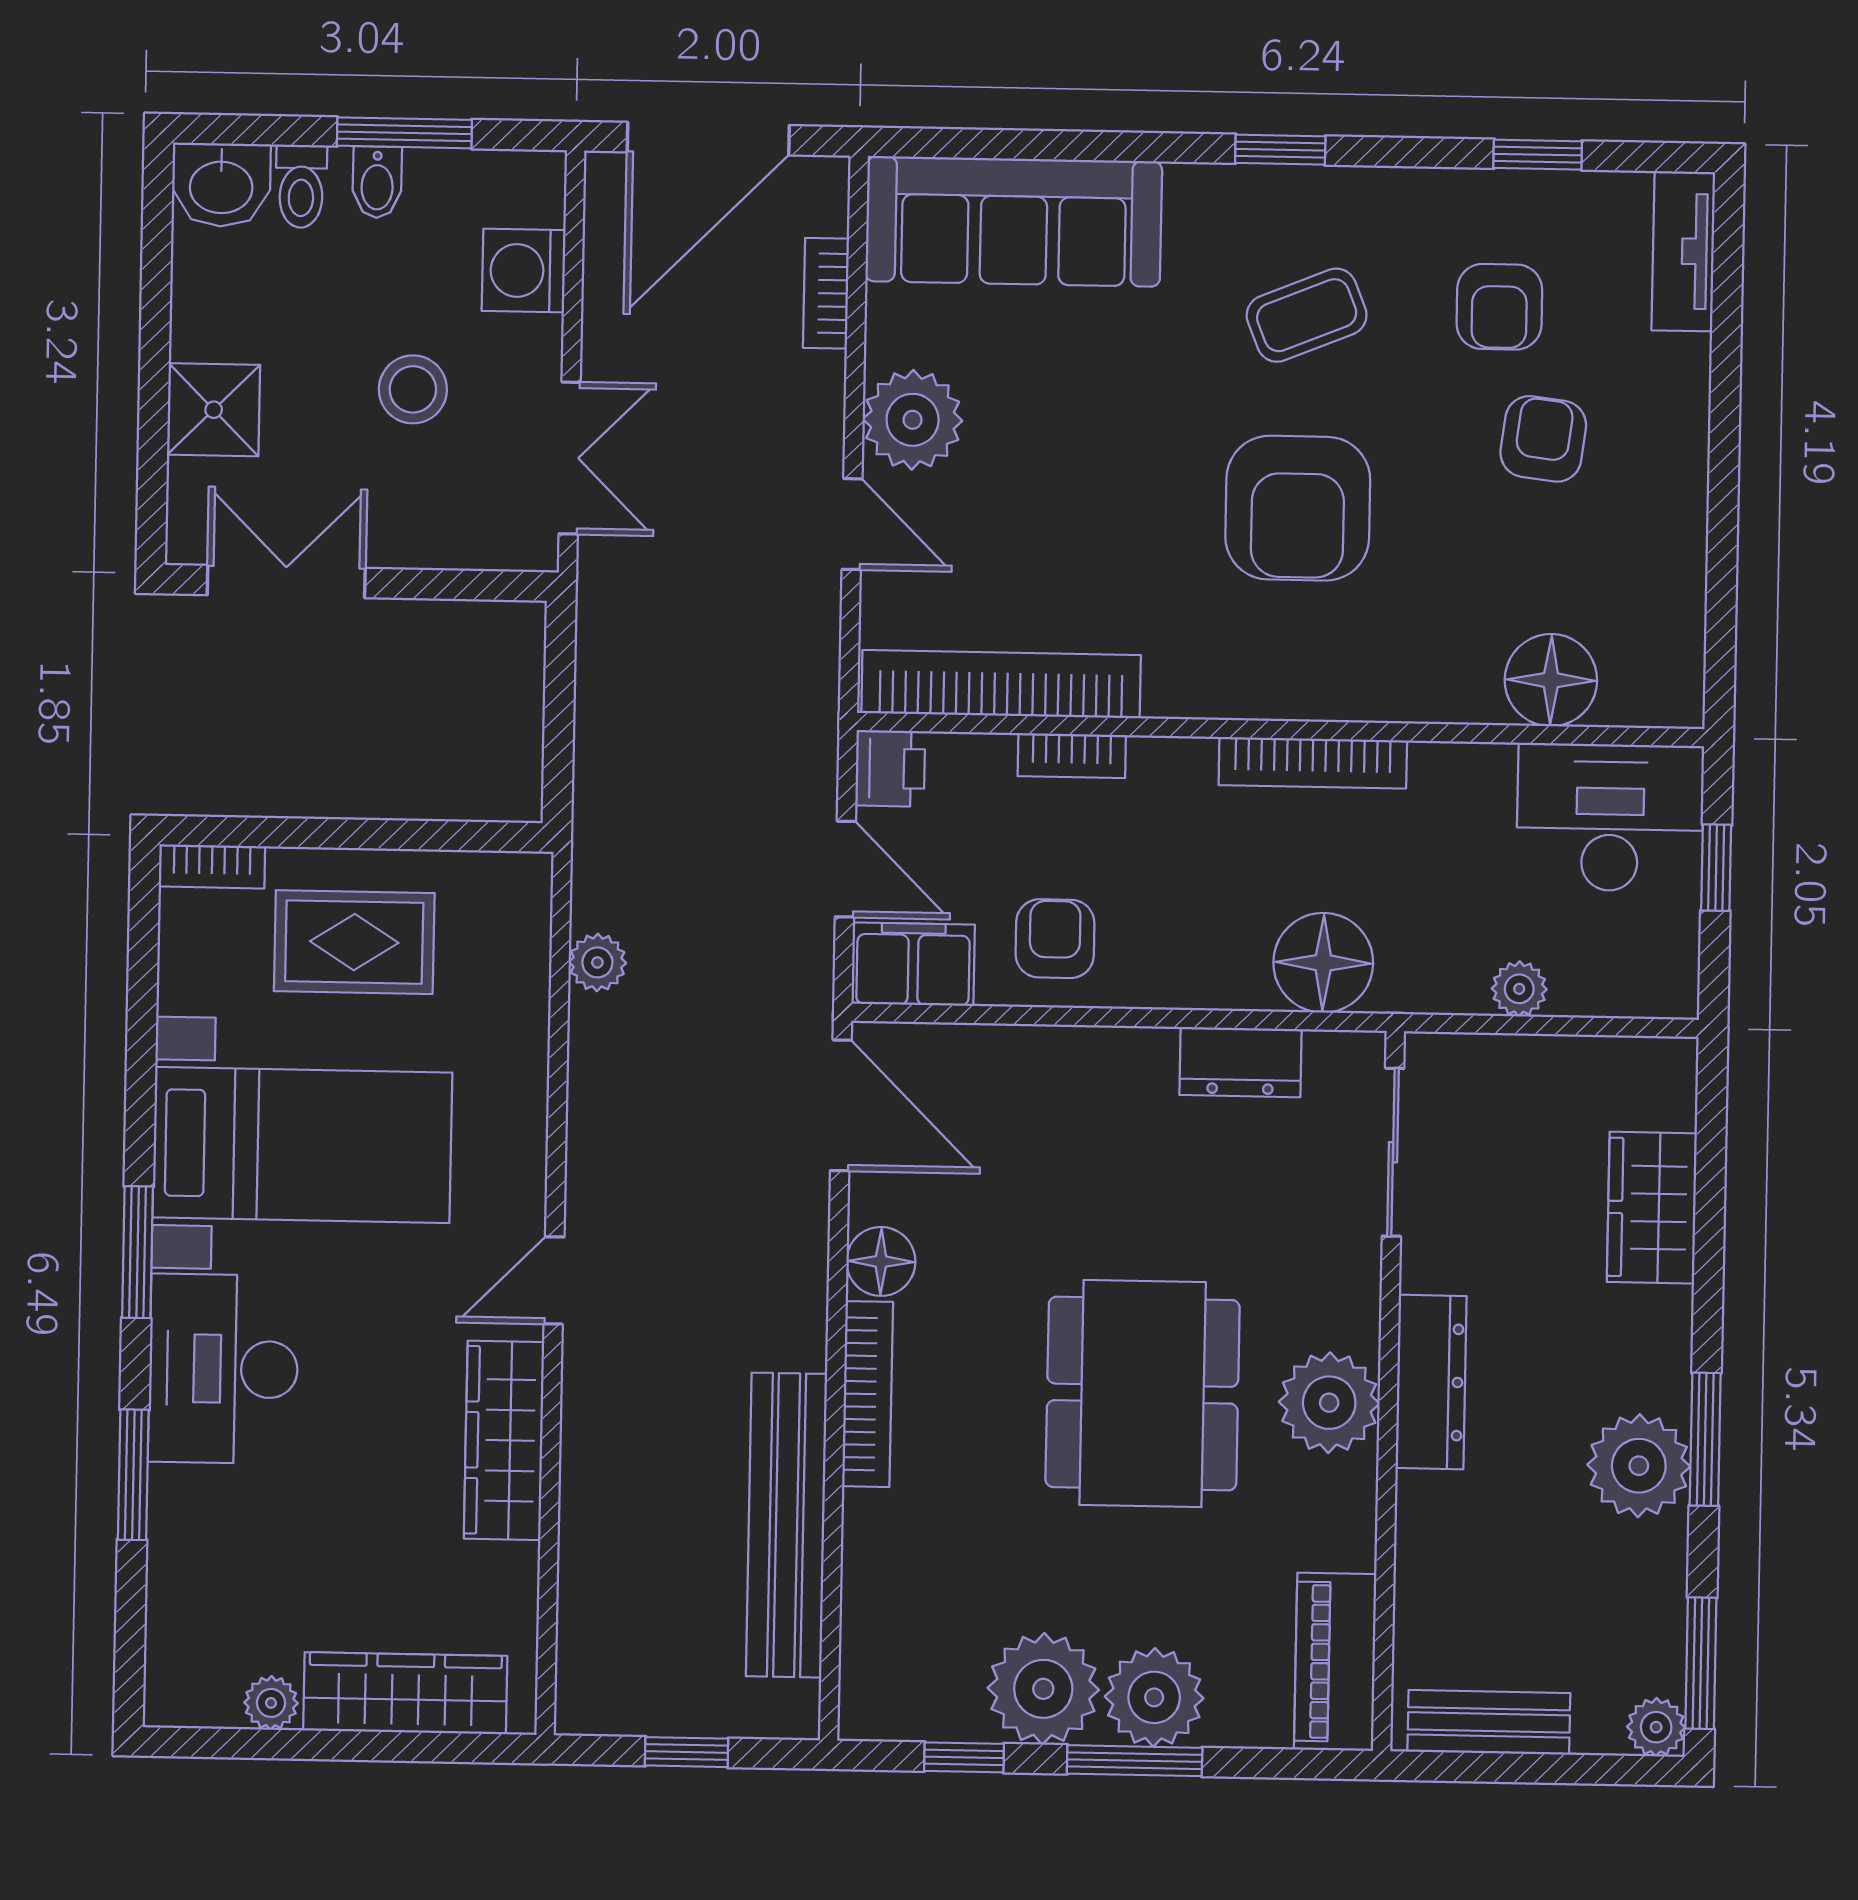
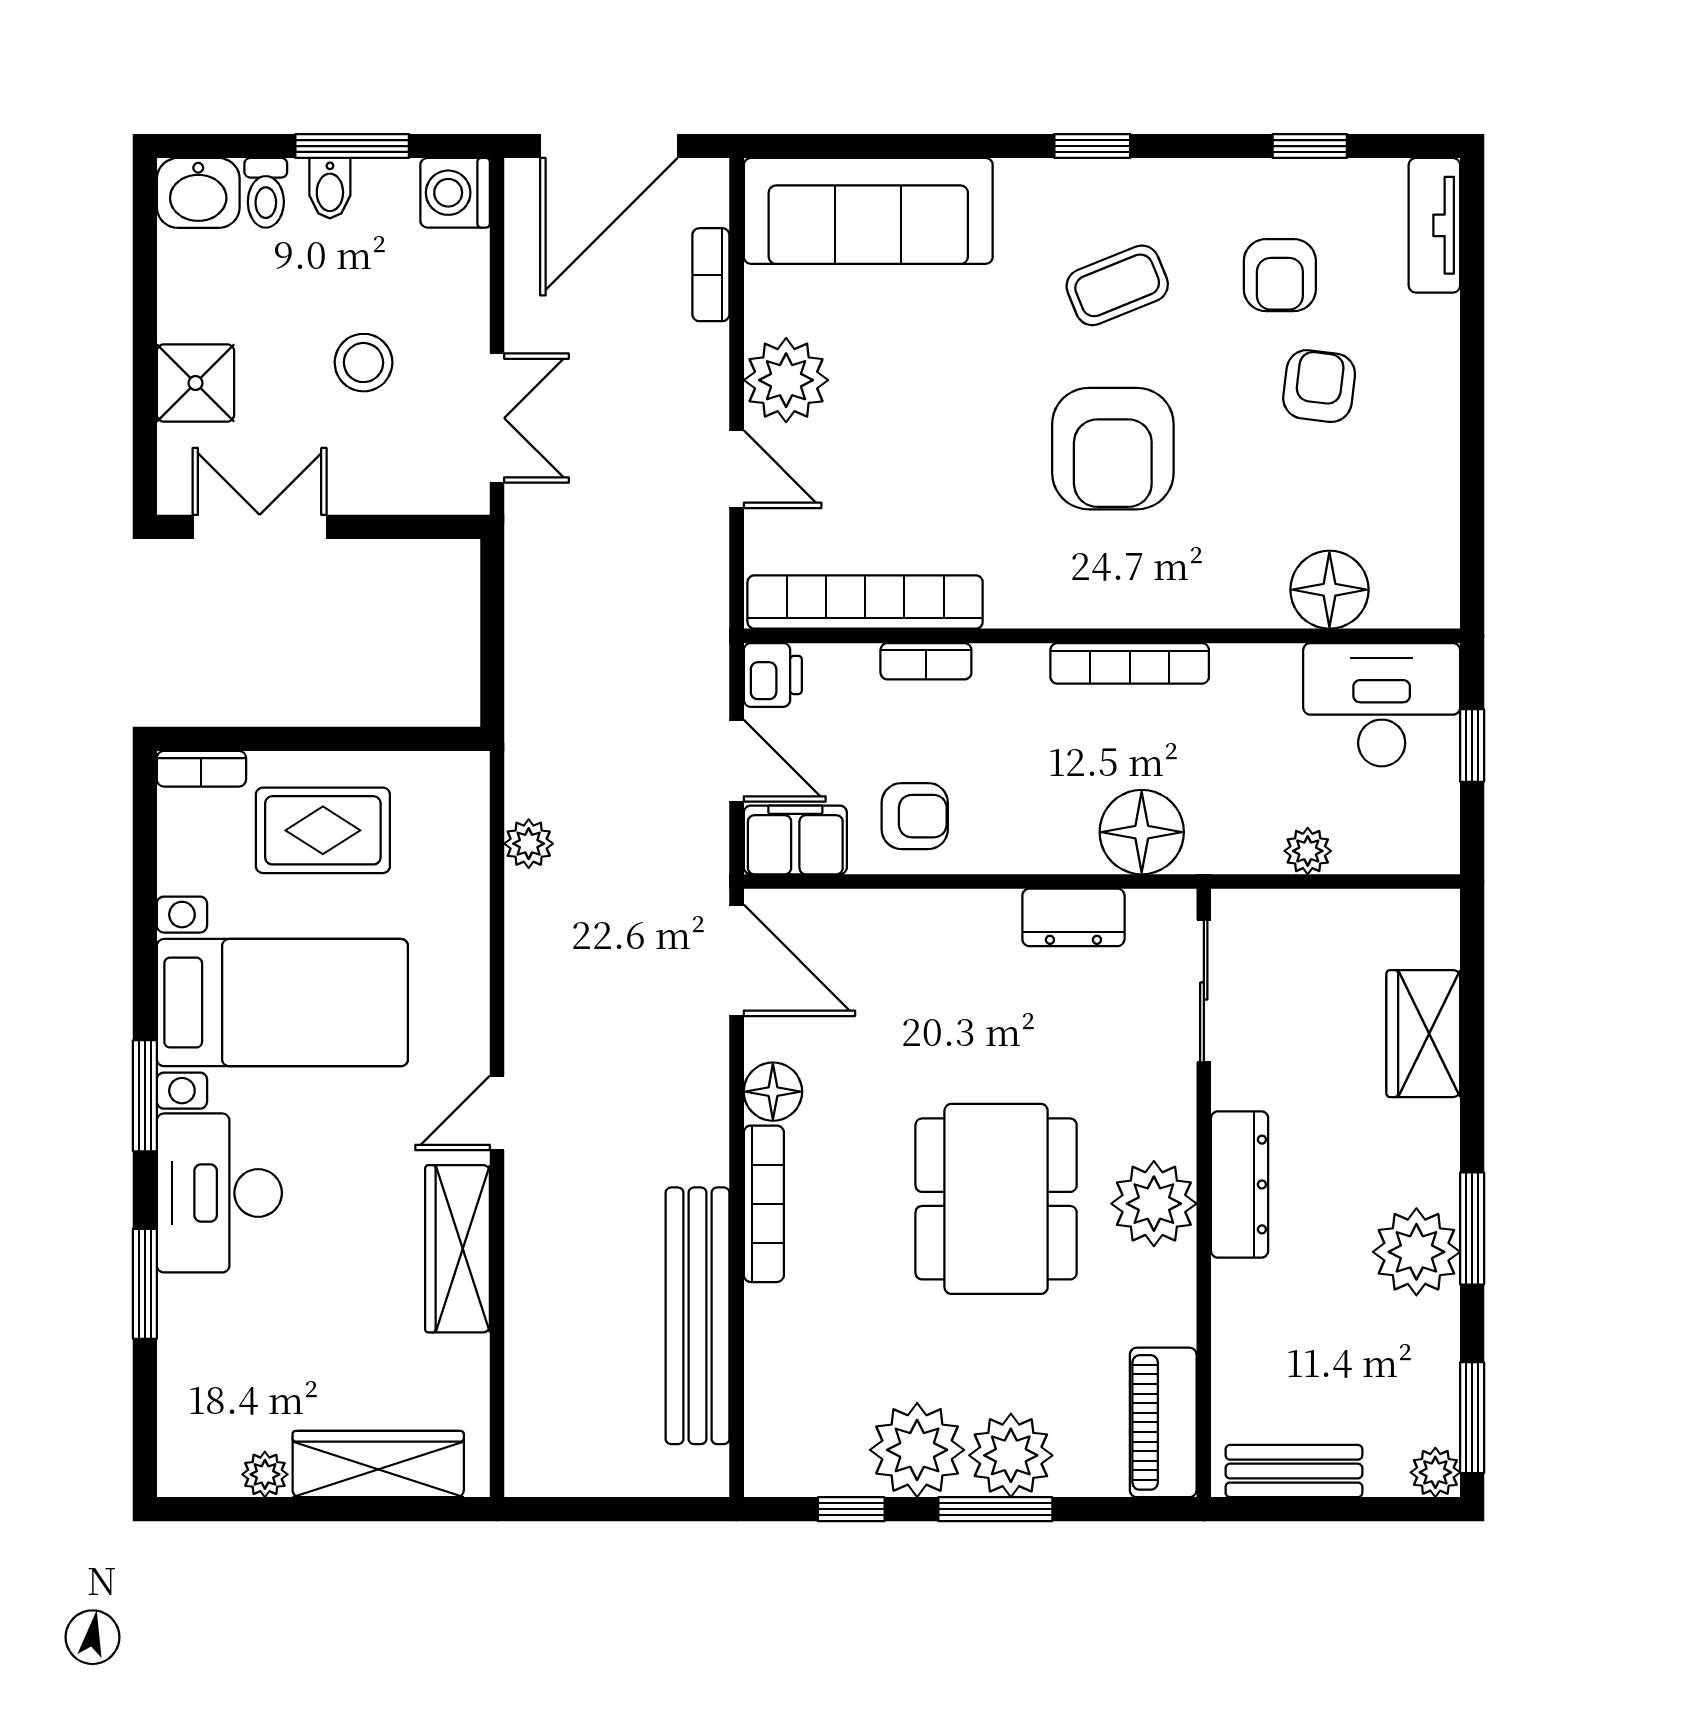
washing machine: (524, 271) -> (455, 193), moved
armchair: (1055, 939) -> (915, 816), turned 90
window: (687, 1752) -> (617, 1509), removed

